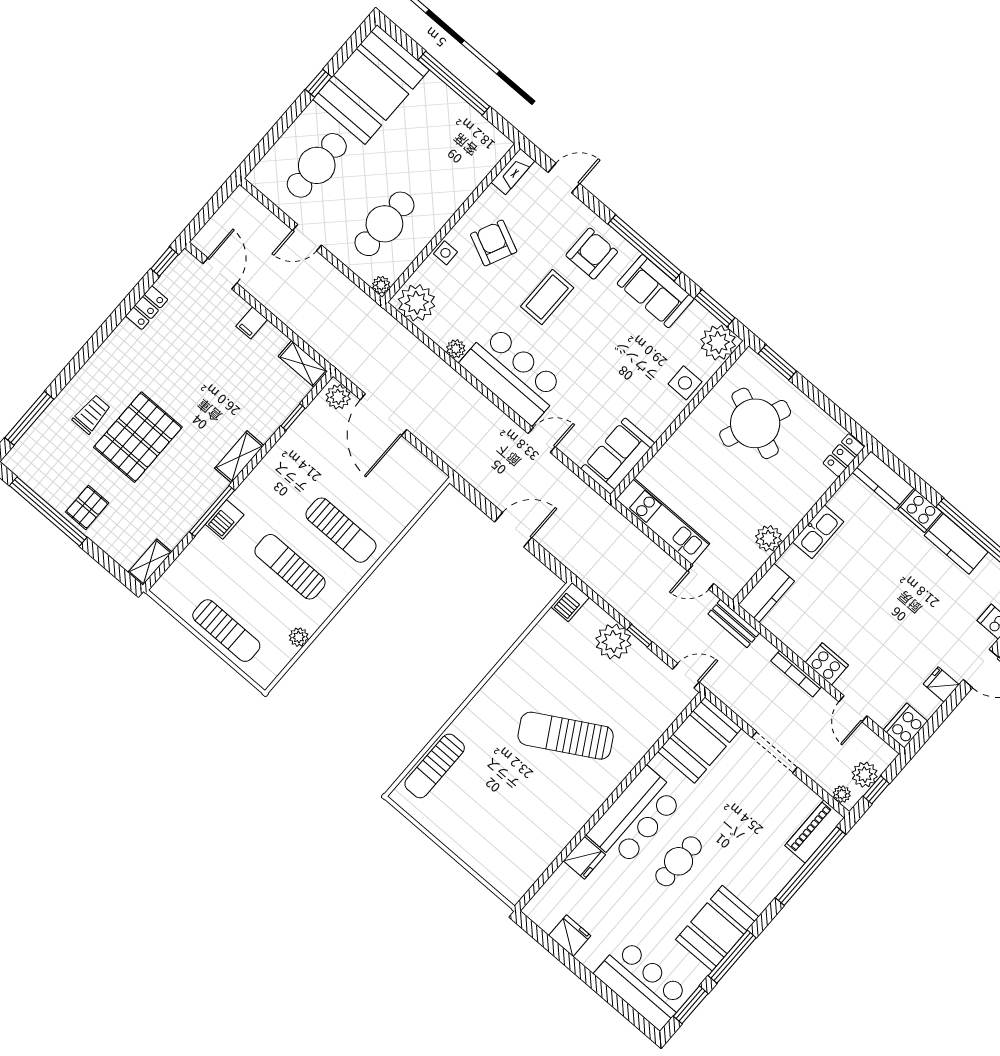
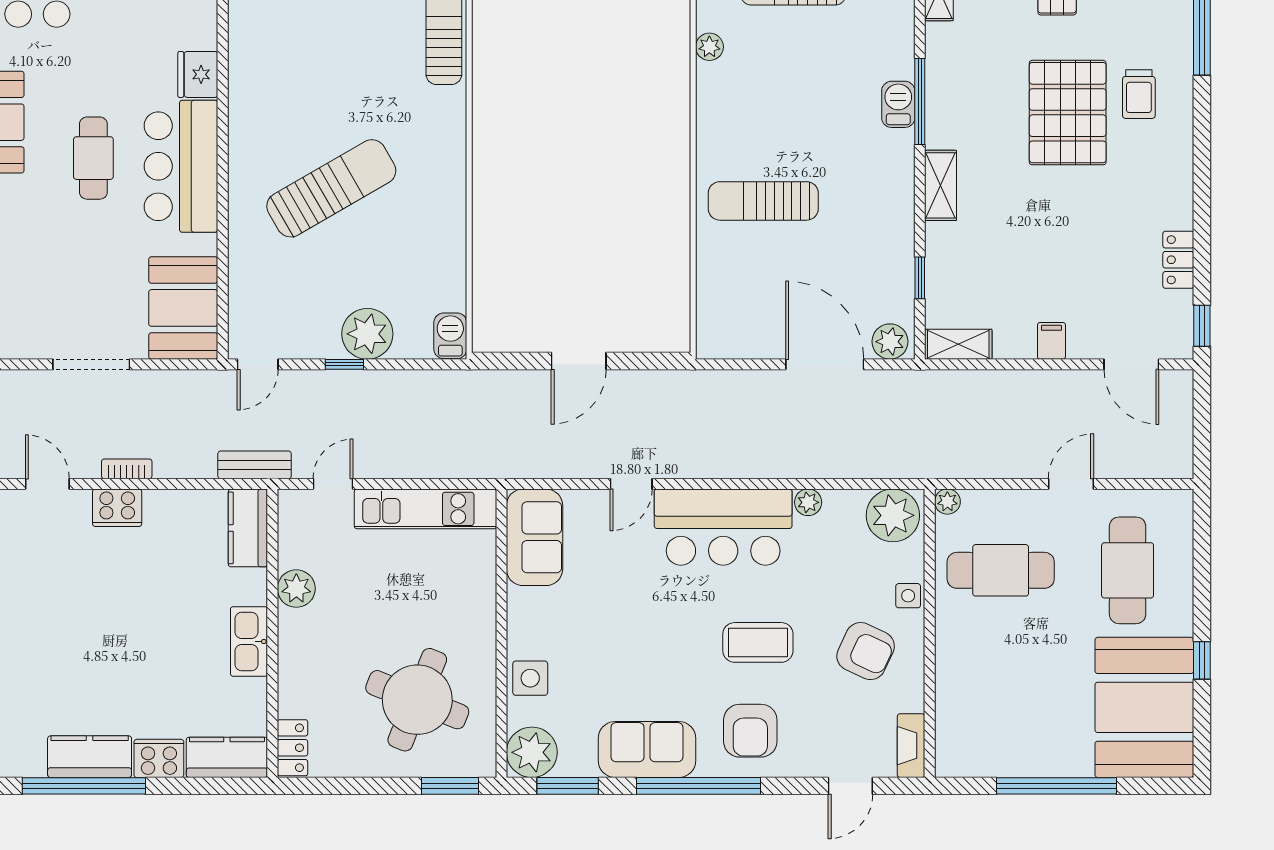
cafe table: (384, 224) -> (1001, 570), turned 90
coffee table: (547, 297) -> (758, 642), turned 90
sun lounger: (290, 567) -> (784, 114), removed
bookcase: (796, 674) -> (127, 469), width x0.64

